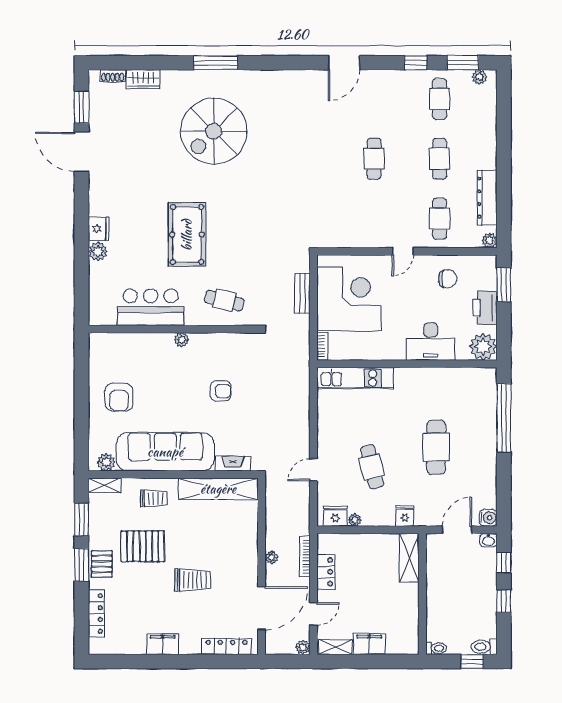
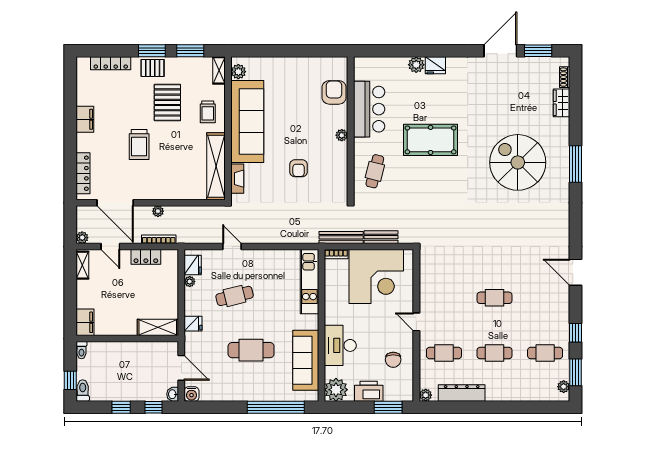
bench: (303, 341) -> (341, 237), added
sofa: (448, 382) -> (306, 360), added
armchair: (119, 397) -> (334, 92), moved, turned 90
filing cabinet: (369, 644) -> (85, 322), moved

